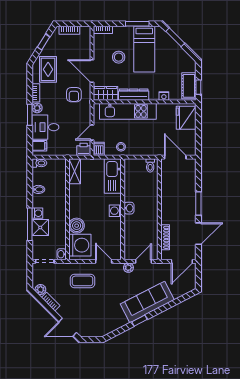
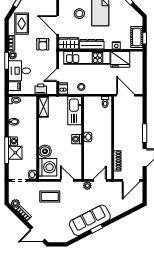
fridge: (186, 118) -> (120, 59), moved, turned -90
printer: (84, 149) -> (41, 89), moved
sofa: (147, 302) -> (90, 220), moved

